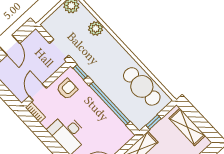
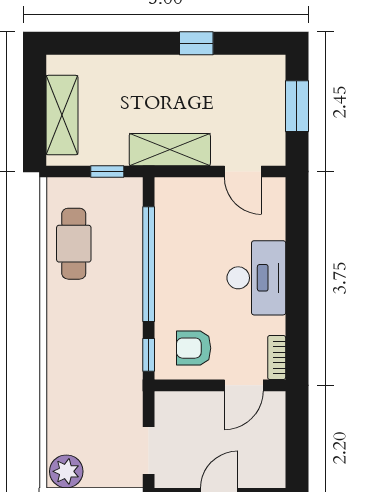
plant: (96, 28) -> (62, 401), removed
doorway: (59, 49) -> (149, 451), moved
cafe table: (142, 86) -> (74, 244), width x0.73, depth x0.74

